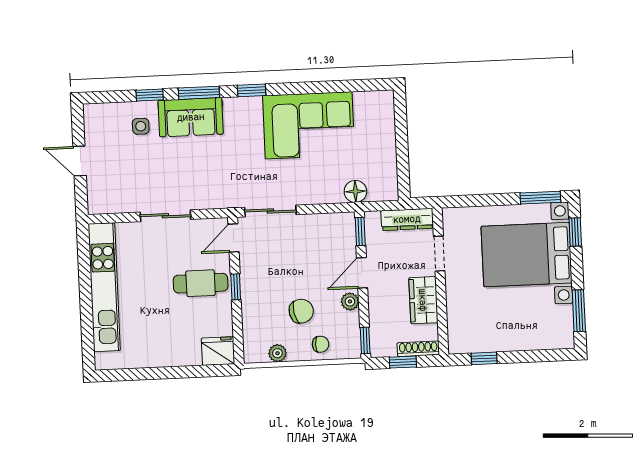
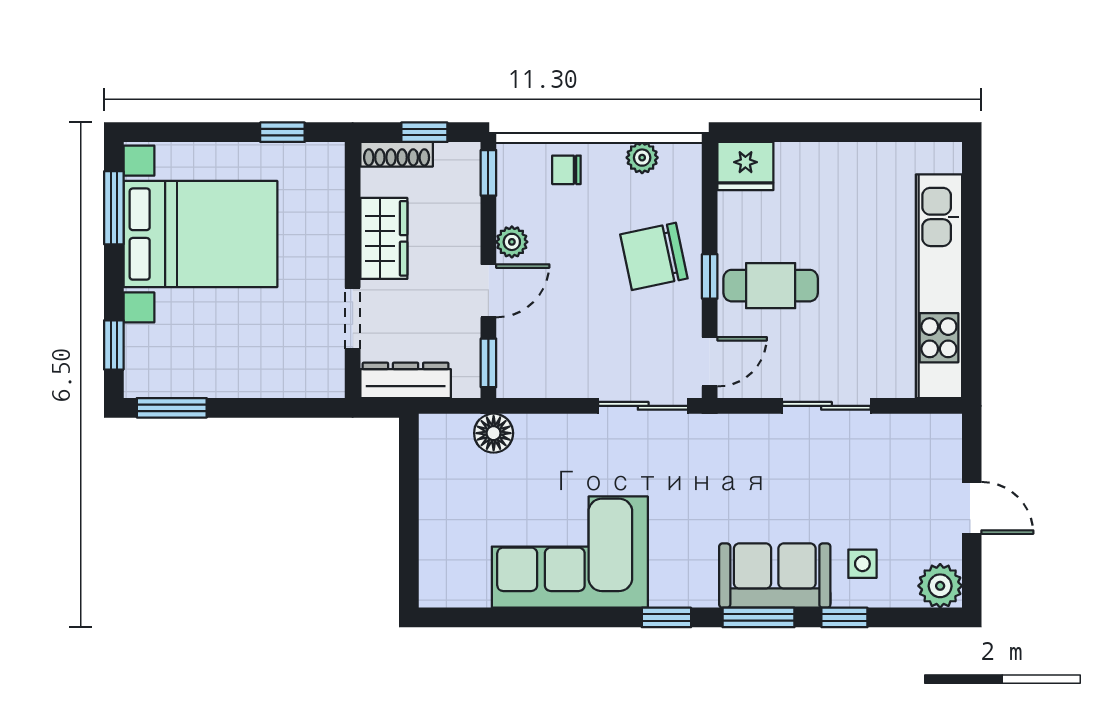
plant: (96, 116) -> (940, 586), added
bed with nightstands: (527, 255) -> (200, 234), moved
chair: (301, 311) -> (654, 256), moved, width x1.37, depth x1.37

